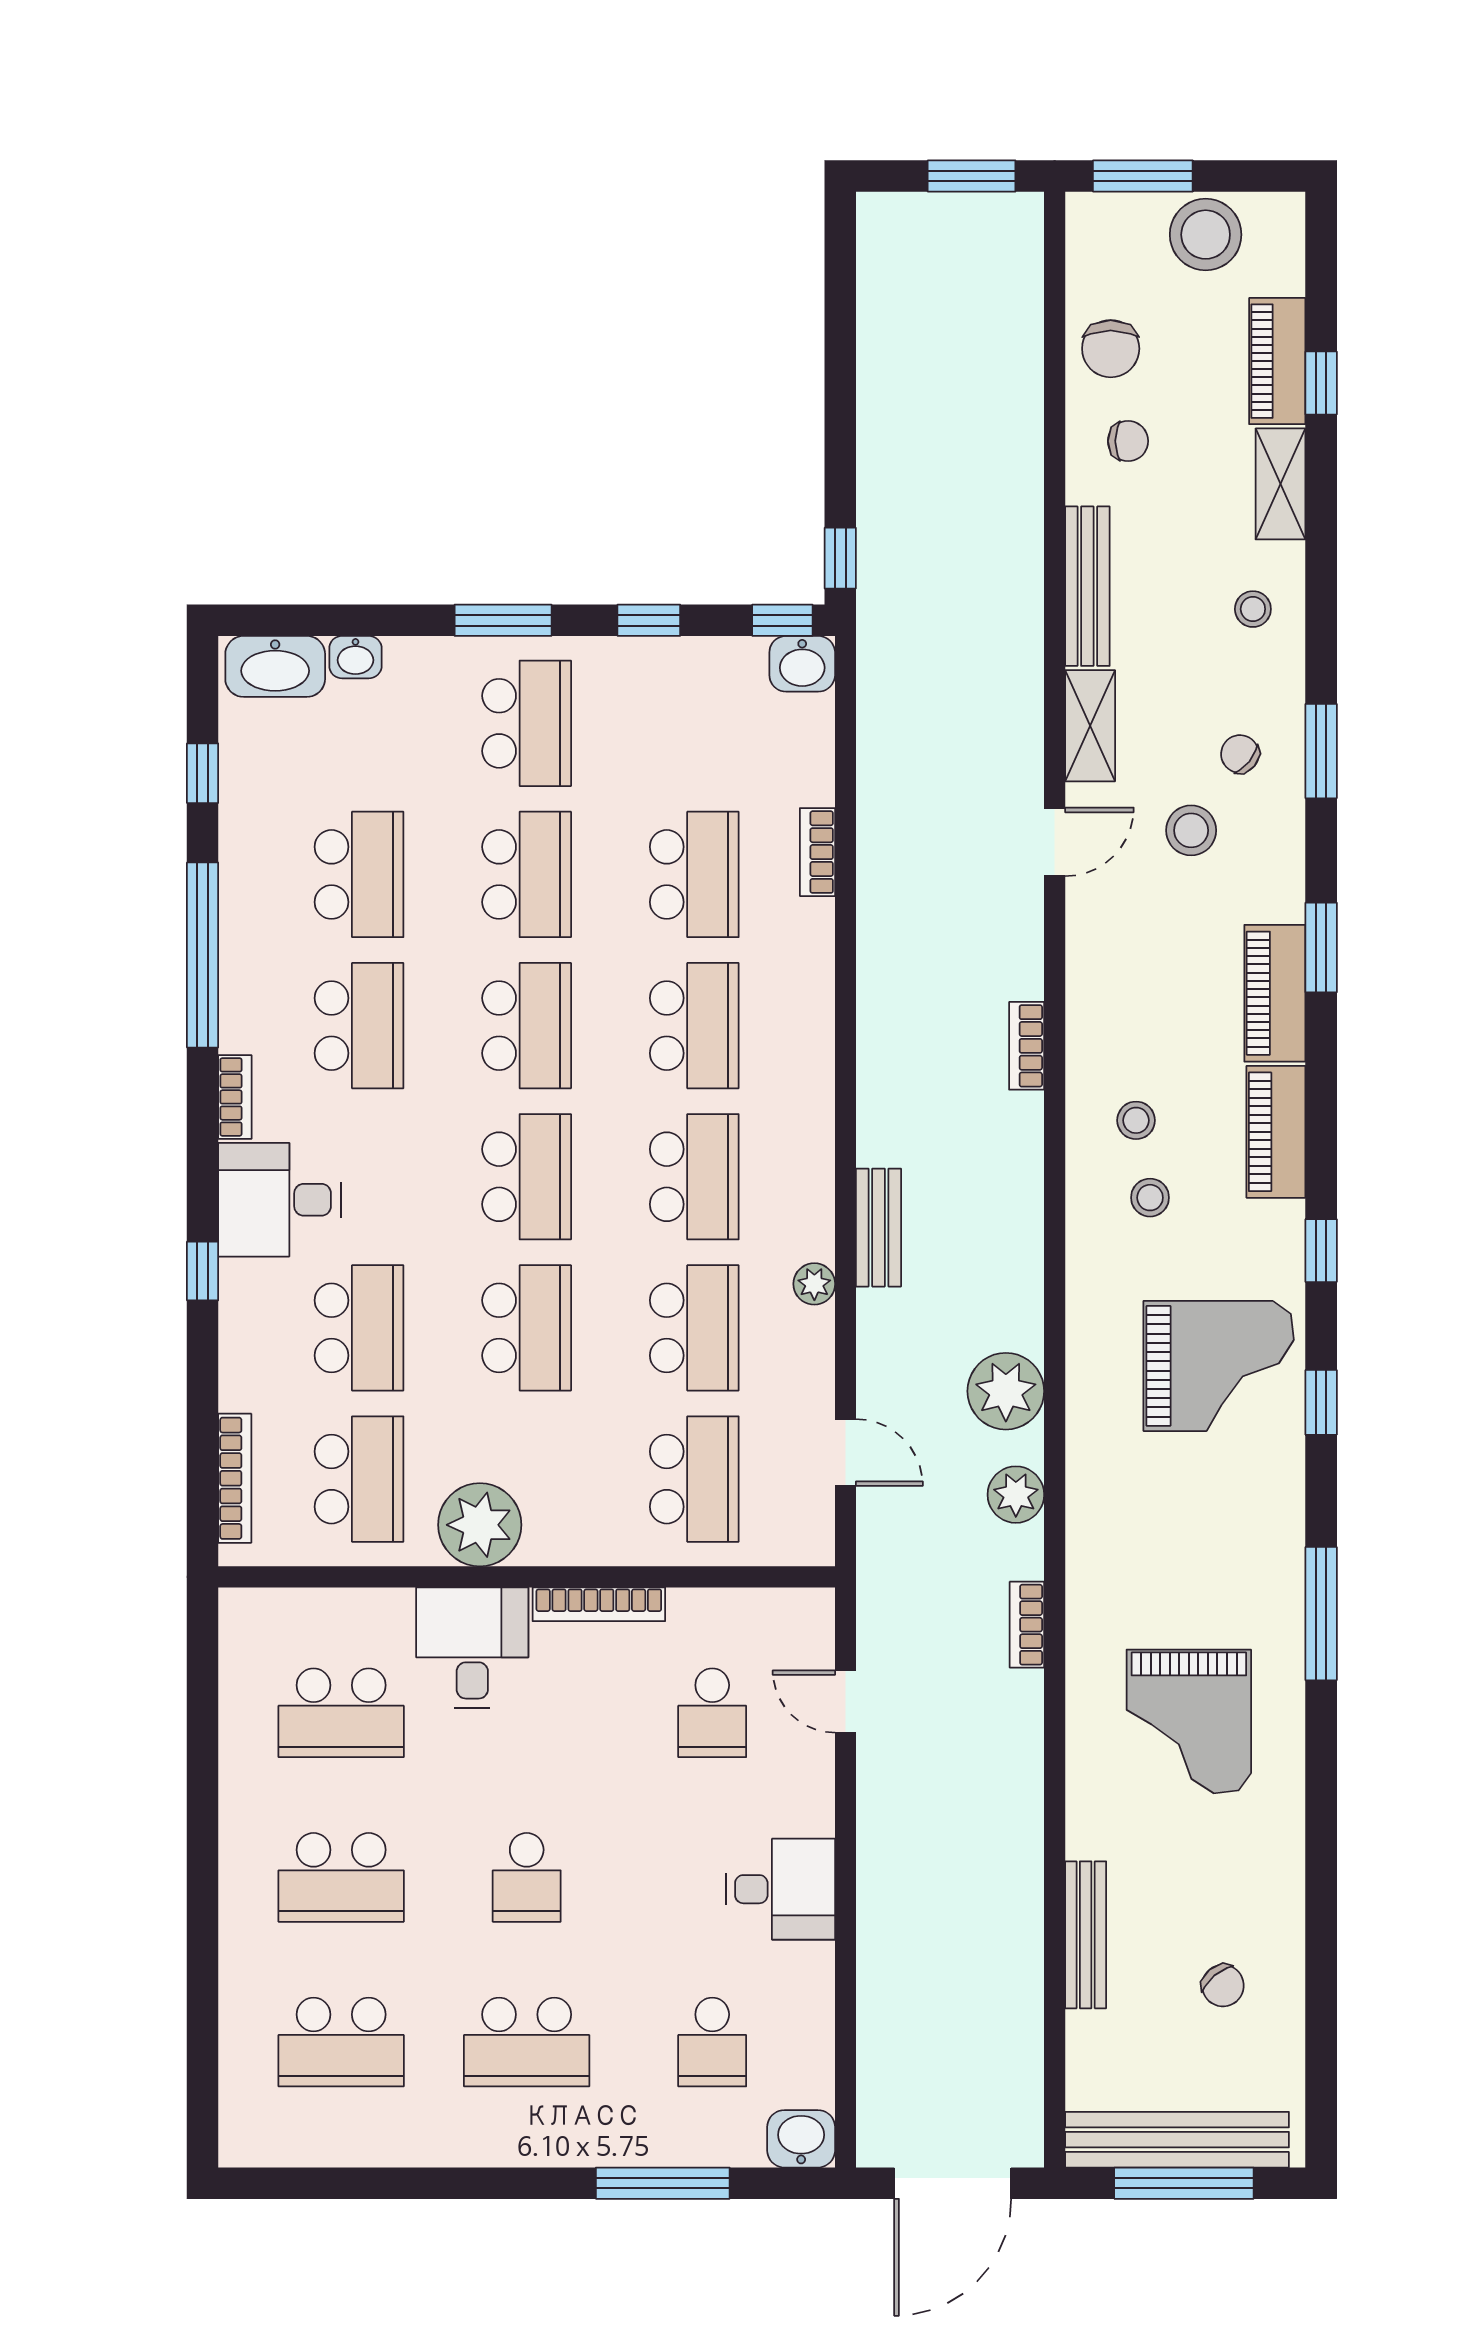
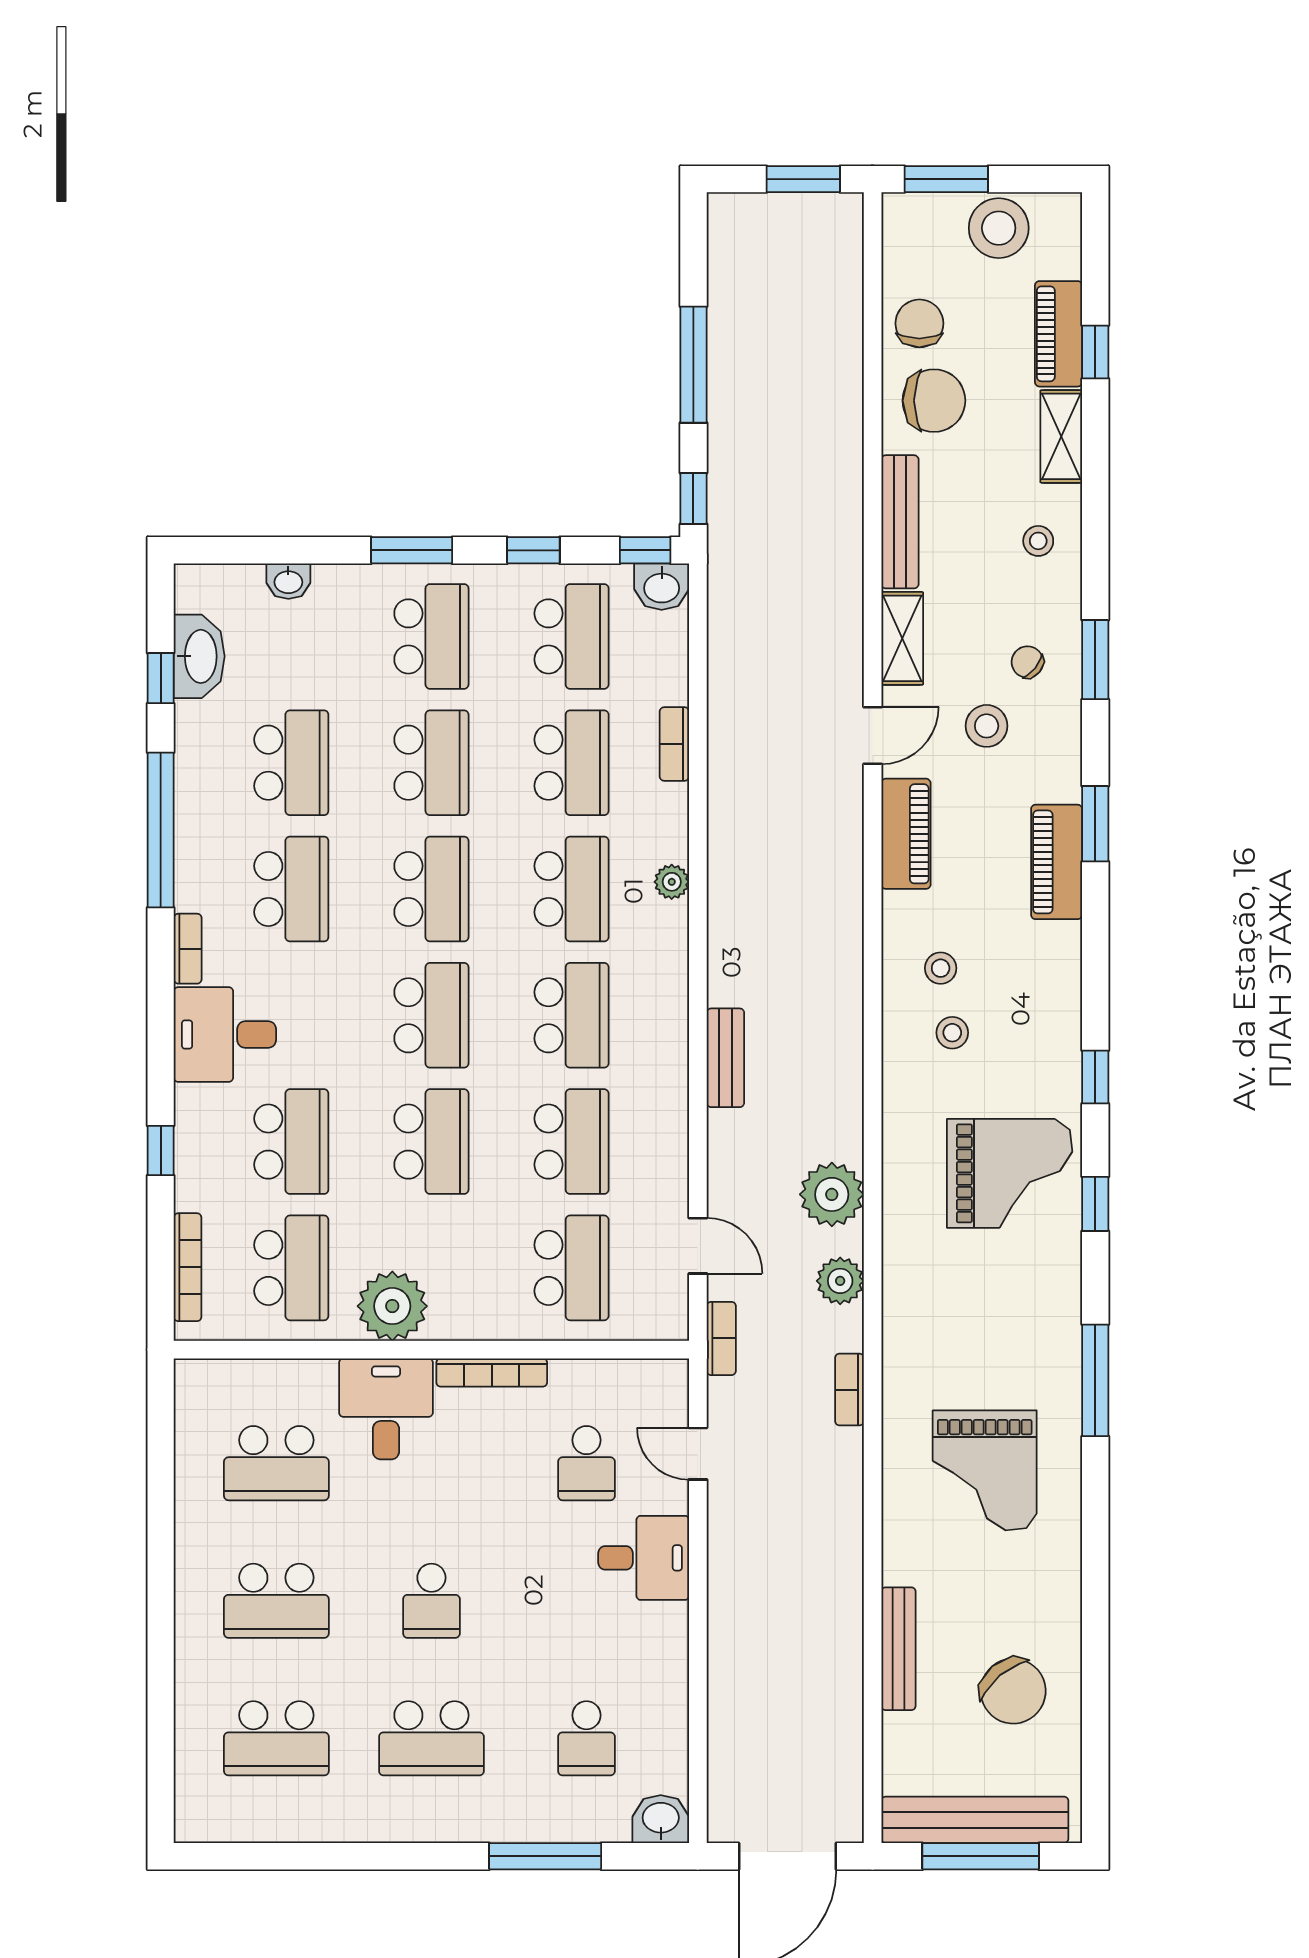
chair: (1111, 349) -> (919, 323), turned 180
window: (840, 398) -> (693, 365), added
chair: (1128, 441) -> (934, 401), width x1.87, depth x1.87
washbasin: (275, 666) -> (199, 656), moved, turned -90
school desk: (694, 723) -> (571, 636), added
bookcase: (1027, 1046) -> (721, 1338), moved, turned 180
piano: (1276, 1132) -> (906, 834), moved, turned 180
window: (203, 1271) -> (161, 1151), moved
plant: (814, 1284) -> (672, 882), moved
desk: (781, 1889) -> (644, 1558), moved
chair: (1223, 1986) -> (1013, 1691), width x1.87, depth x1.87

